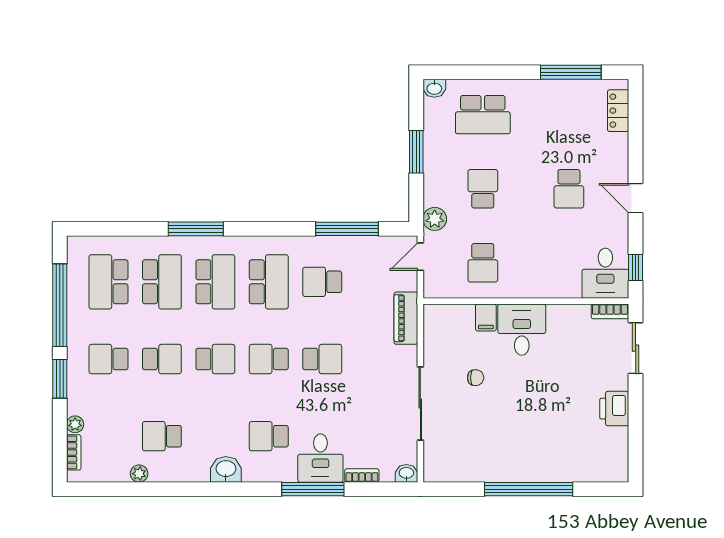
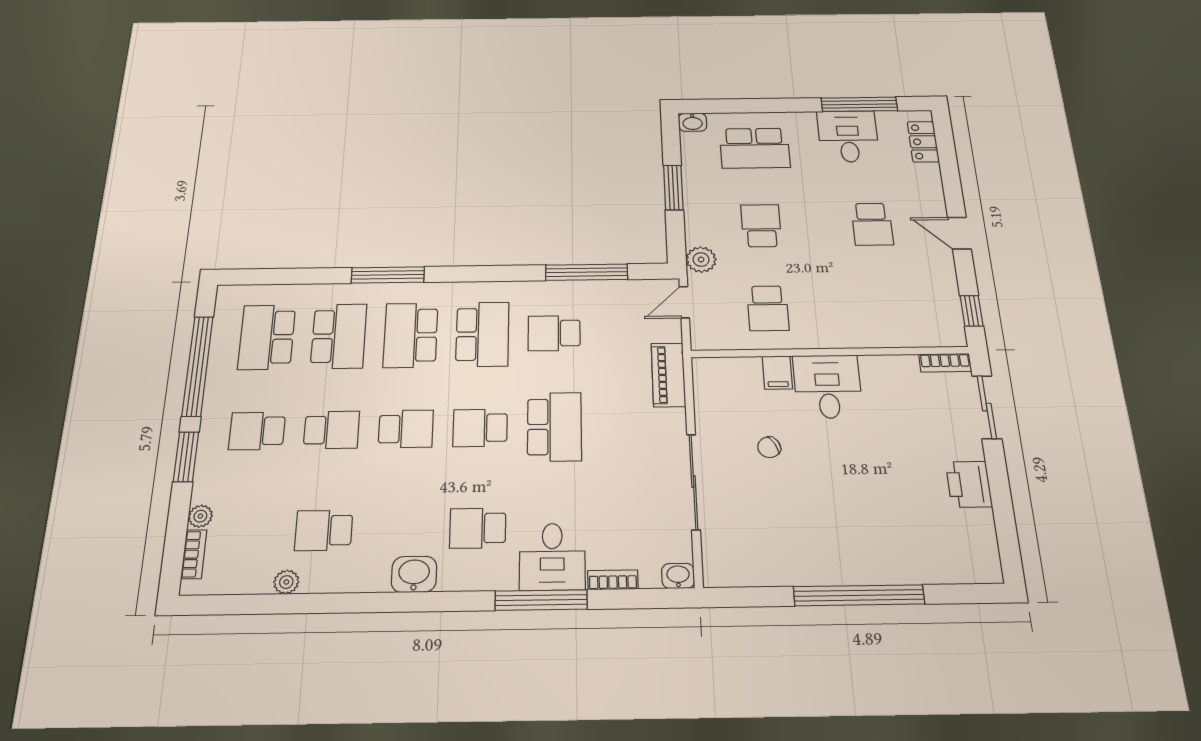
desk: (605, 273) -> (848, 136), moved, turned 180
school desk: (215, 282) -> (411, 335), turned 180
school desk: (322, 359) -> (554, 427), width x1.85
chair: (476, 378) -> (769, 447), turned 152

